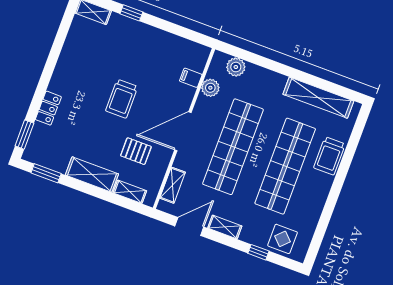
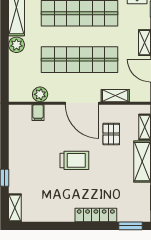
plant: (236, 67) -> (16, 45), moved
locker: (48, 108) -> (96, 215), width x1.53
shelving: (173, 185) -> (115, 96), moved

